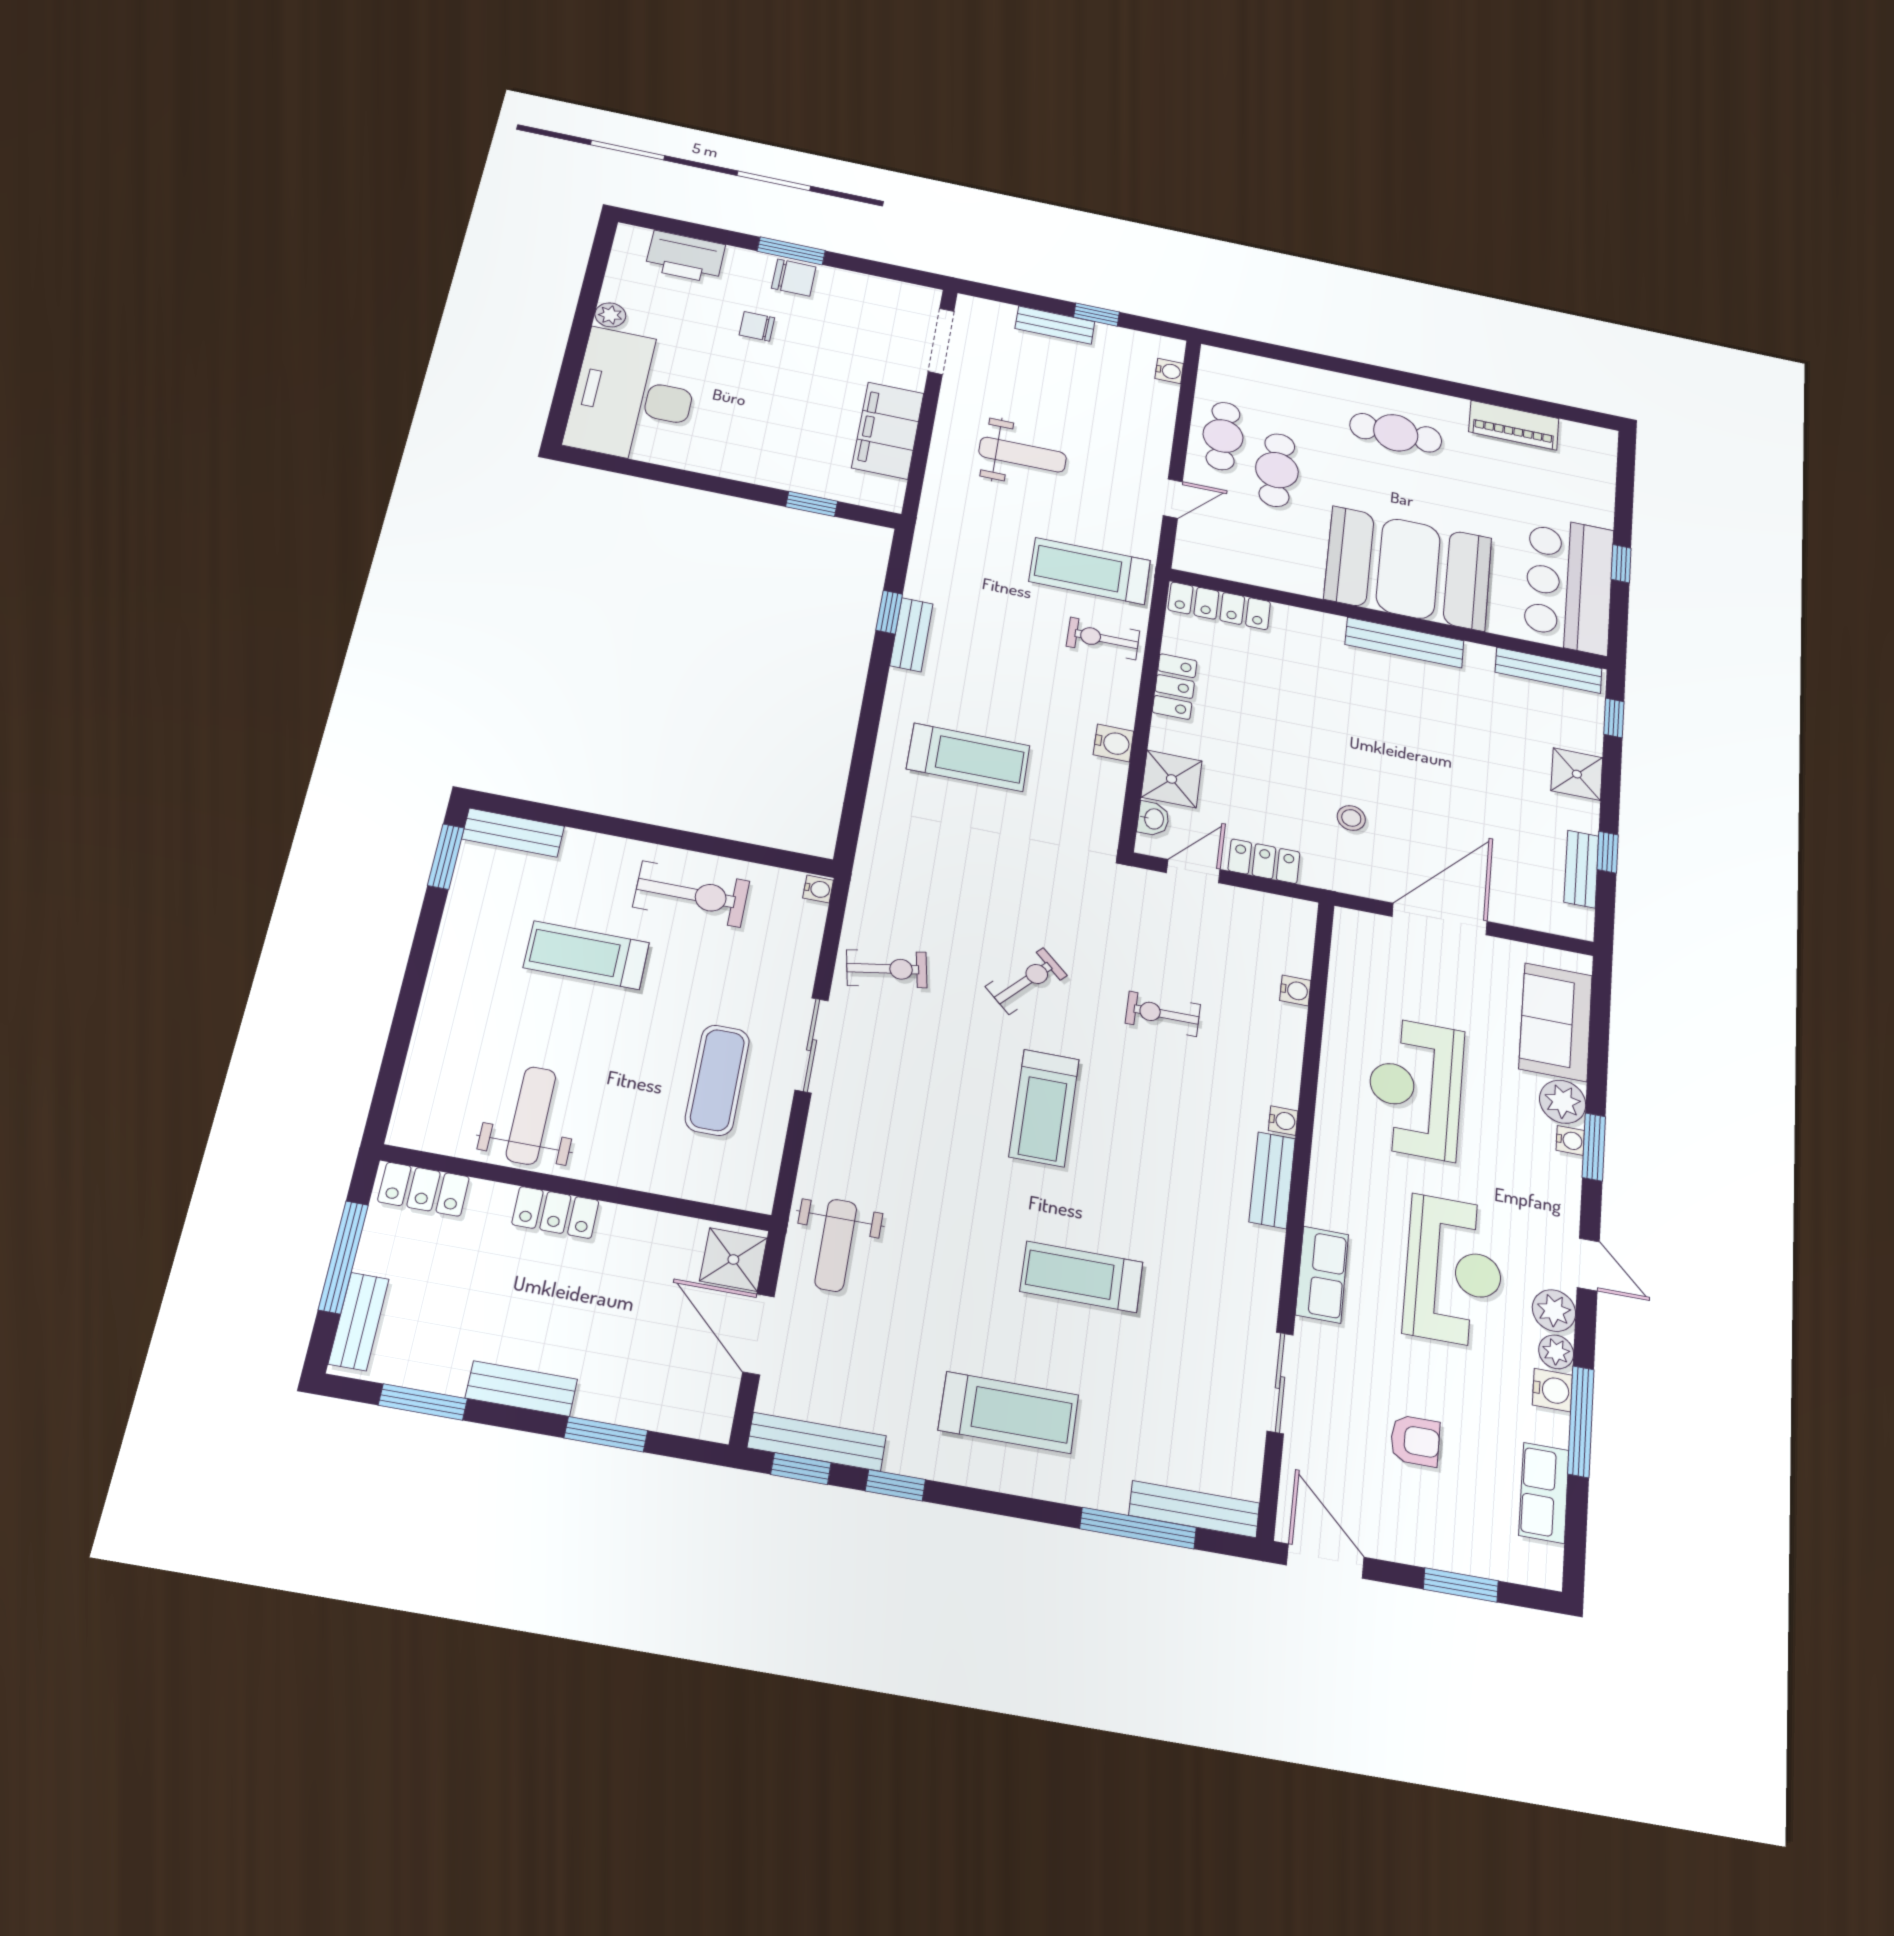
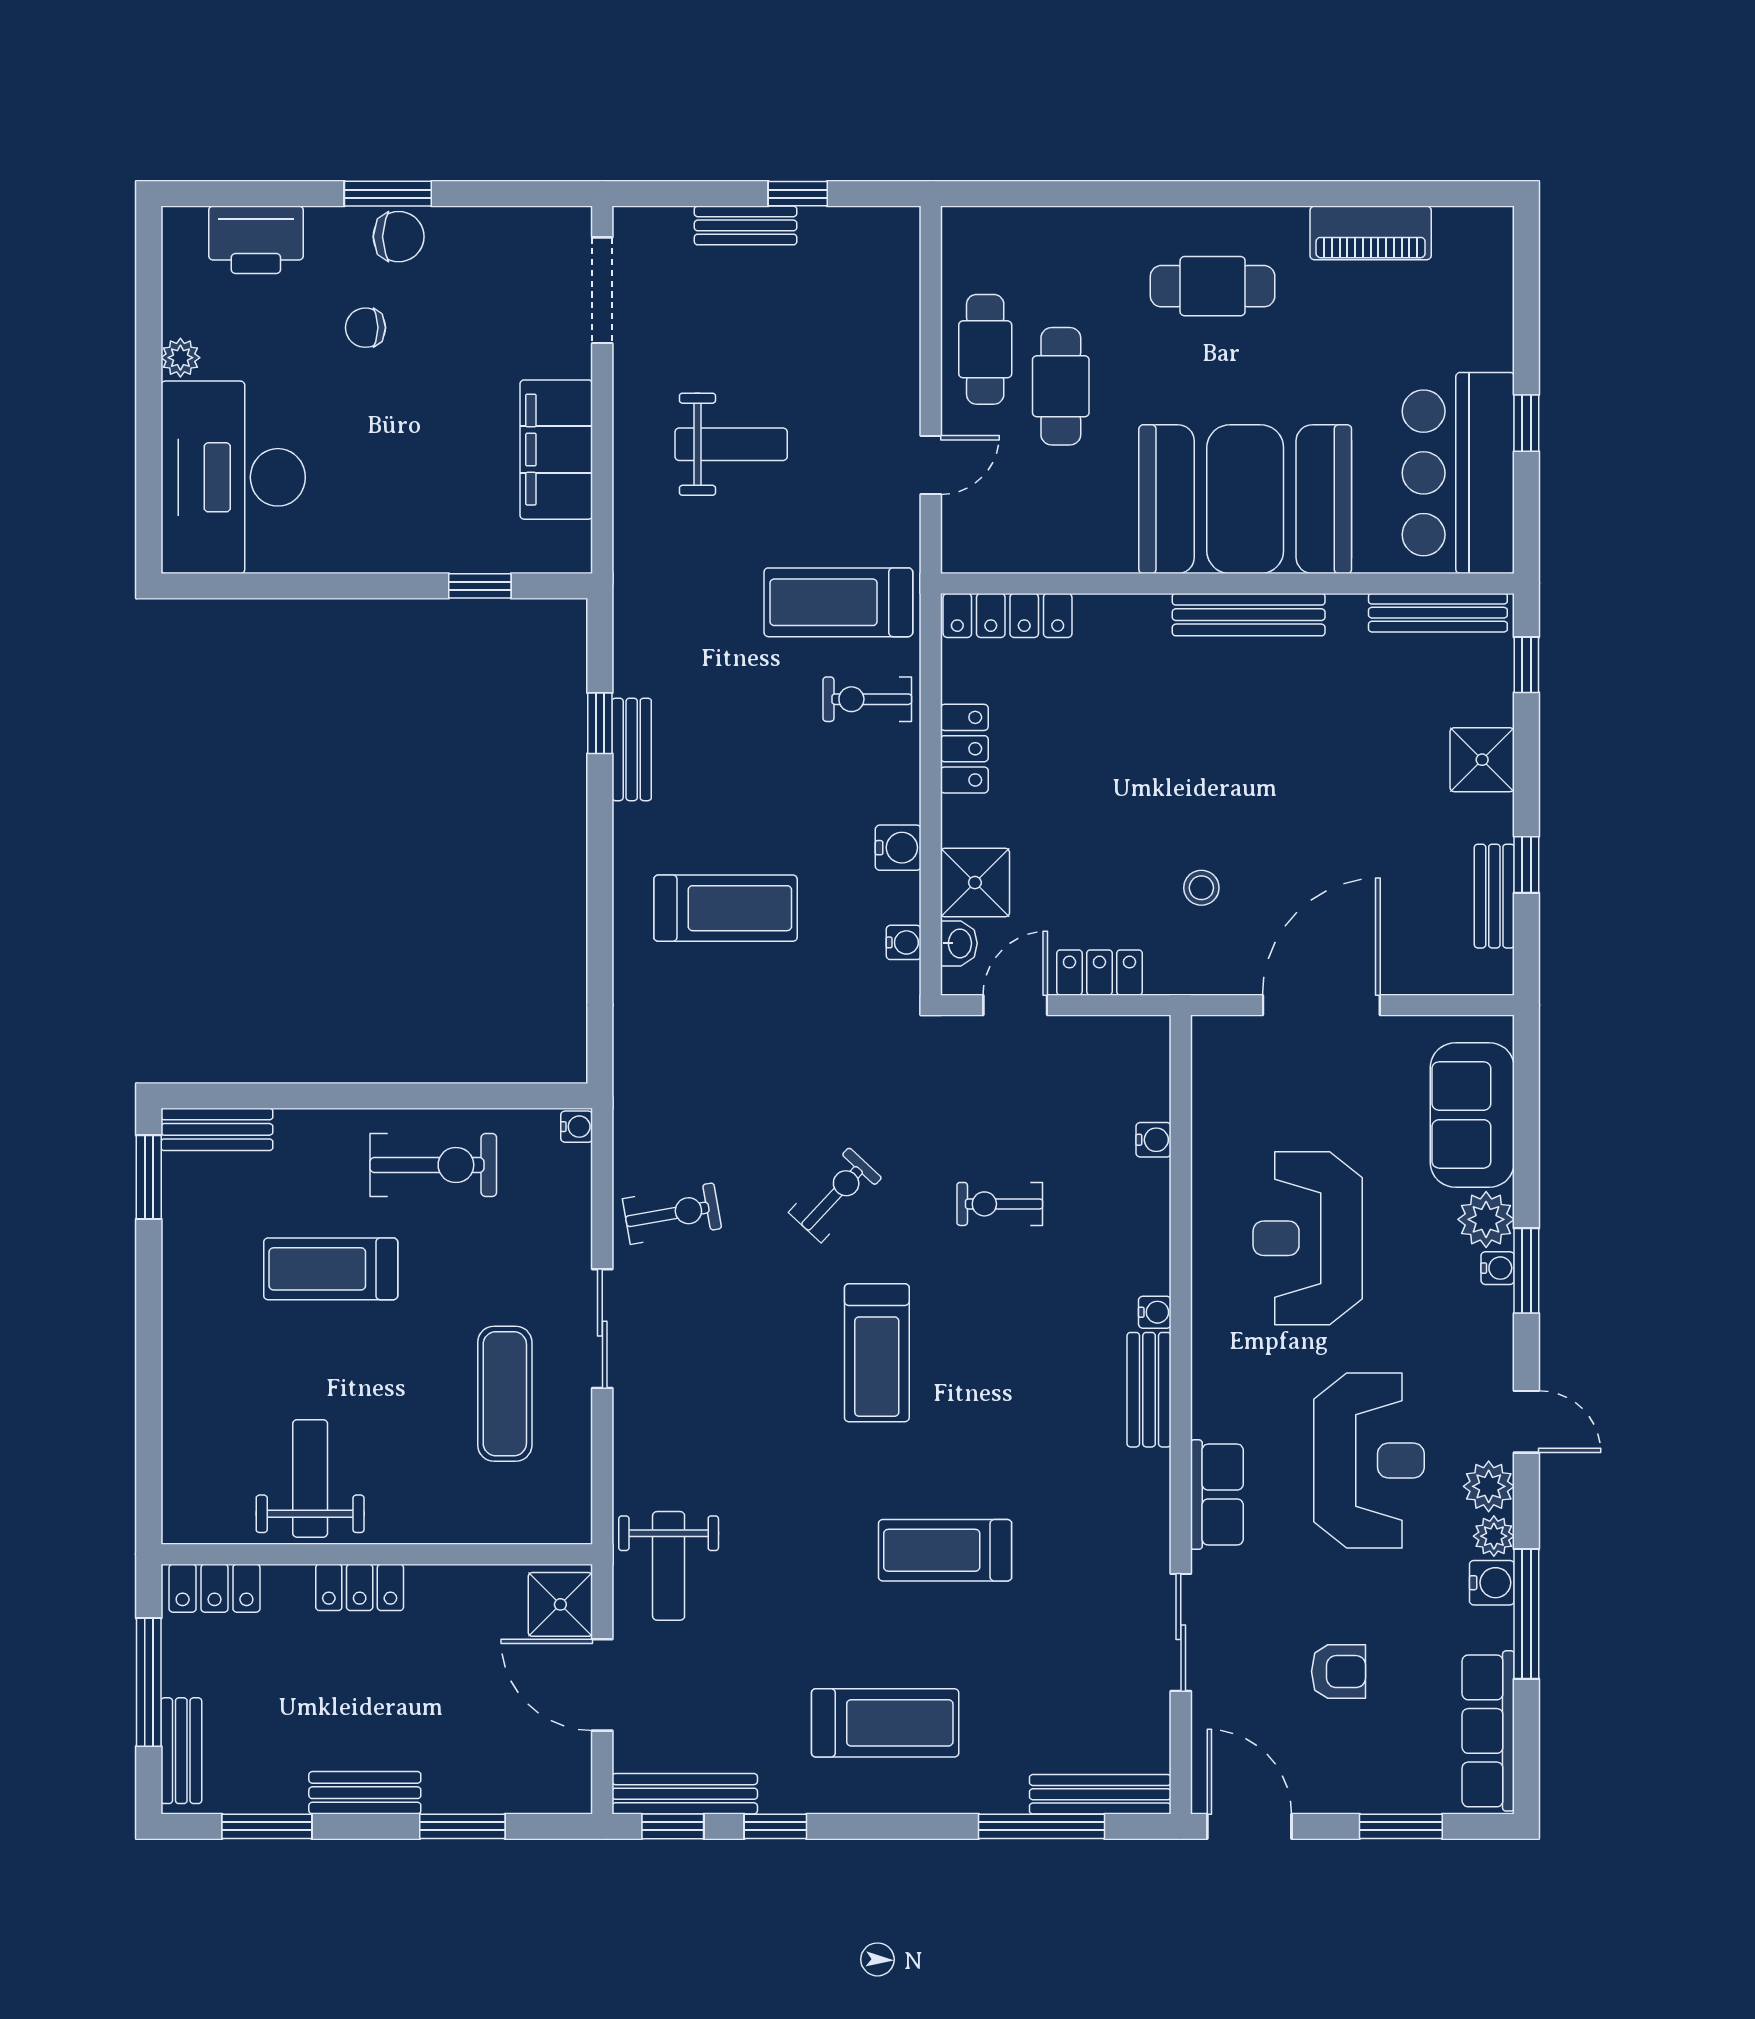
water cooler: (1169, 371) -> (904, 942), moved
row of seats: (1544, 1493) -> (1488, 1731), width x1.48

